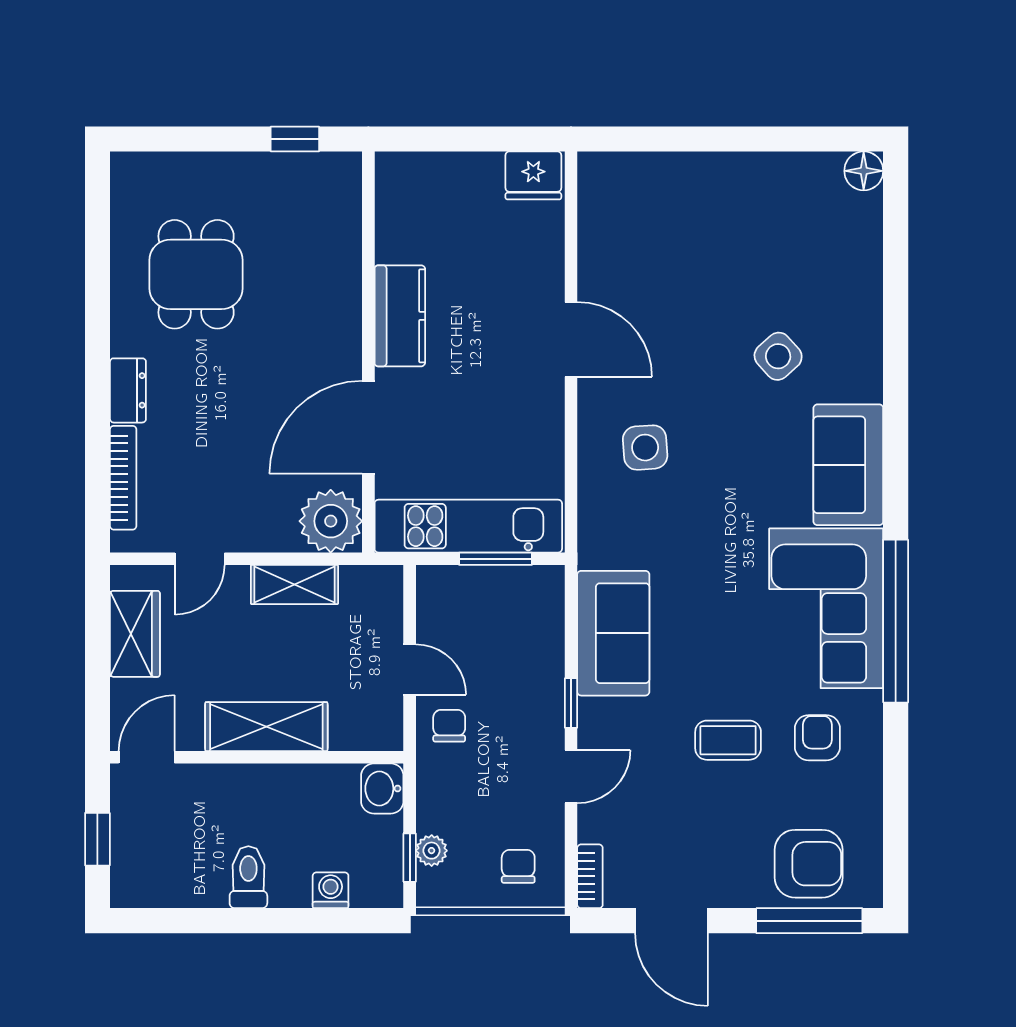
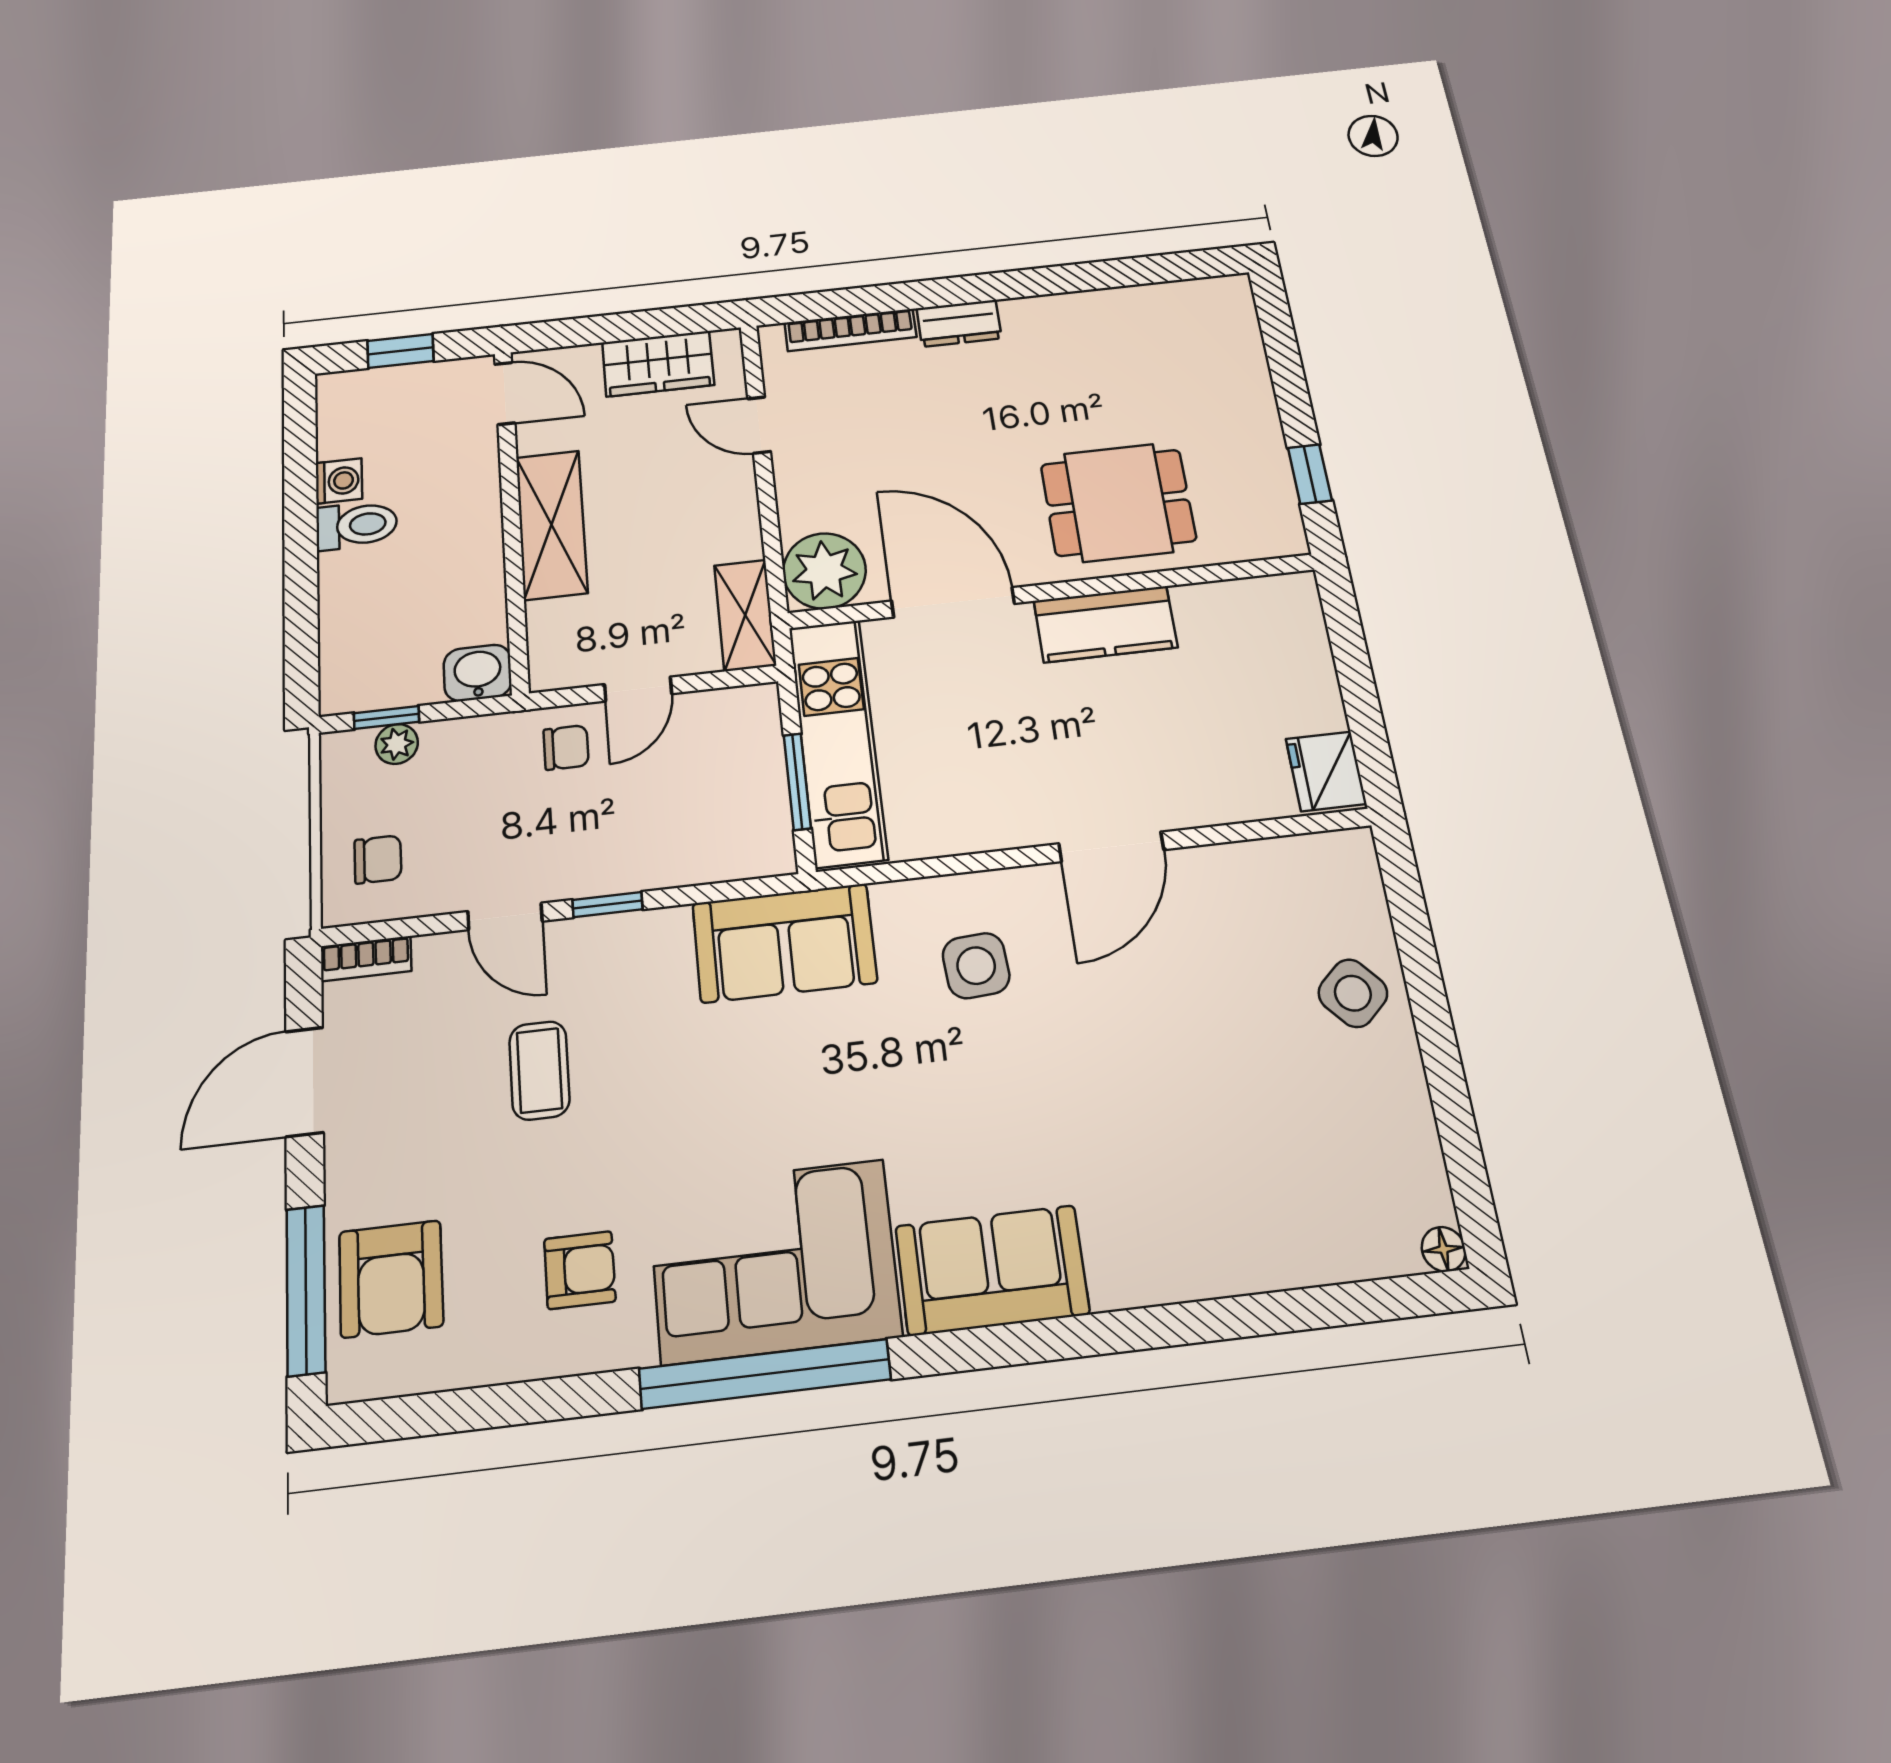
floor lamp: (864, 171) -> (1444, 1249), width x0.73, depth x0.73
dining table: (196, 274) -> (1118, 503), moved
side table: (778, 356) -> (1353, 993), moved
shelving: (294, 585) -> (745, 615), moved
sofa: (613, 633) -> (784, 943), moved
coffee table: (728, 740) -> (539, 1070), moved
washing machine: (331, 890) -> (339, 481), moved

